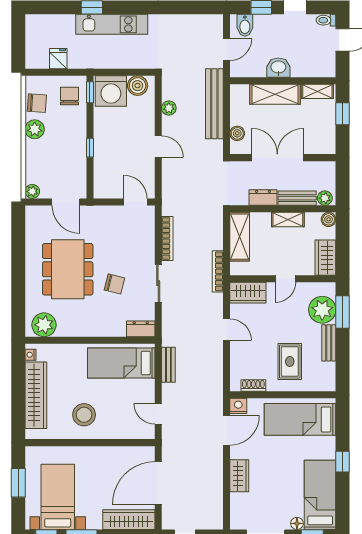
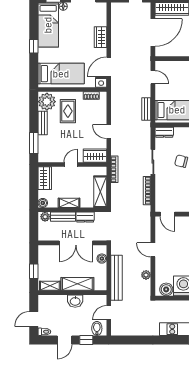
plant: (322, 310) -> (47, 102), moved

